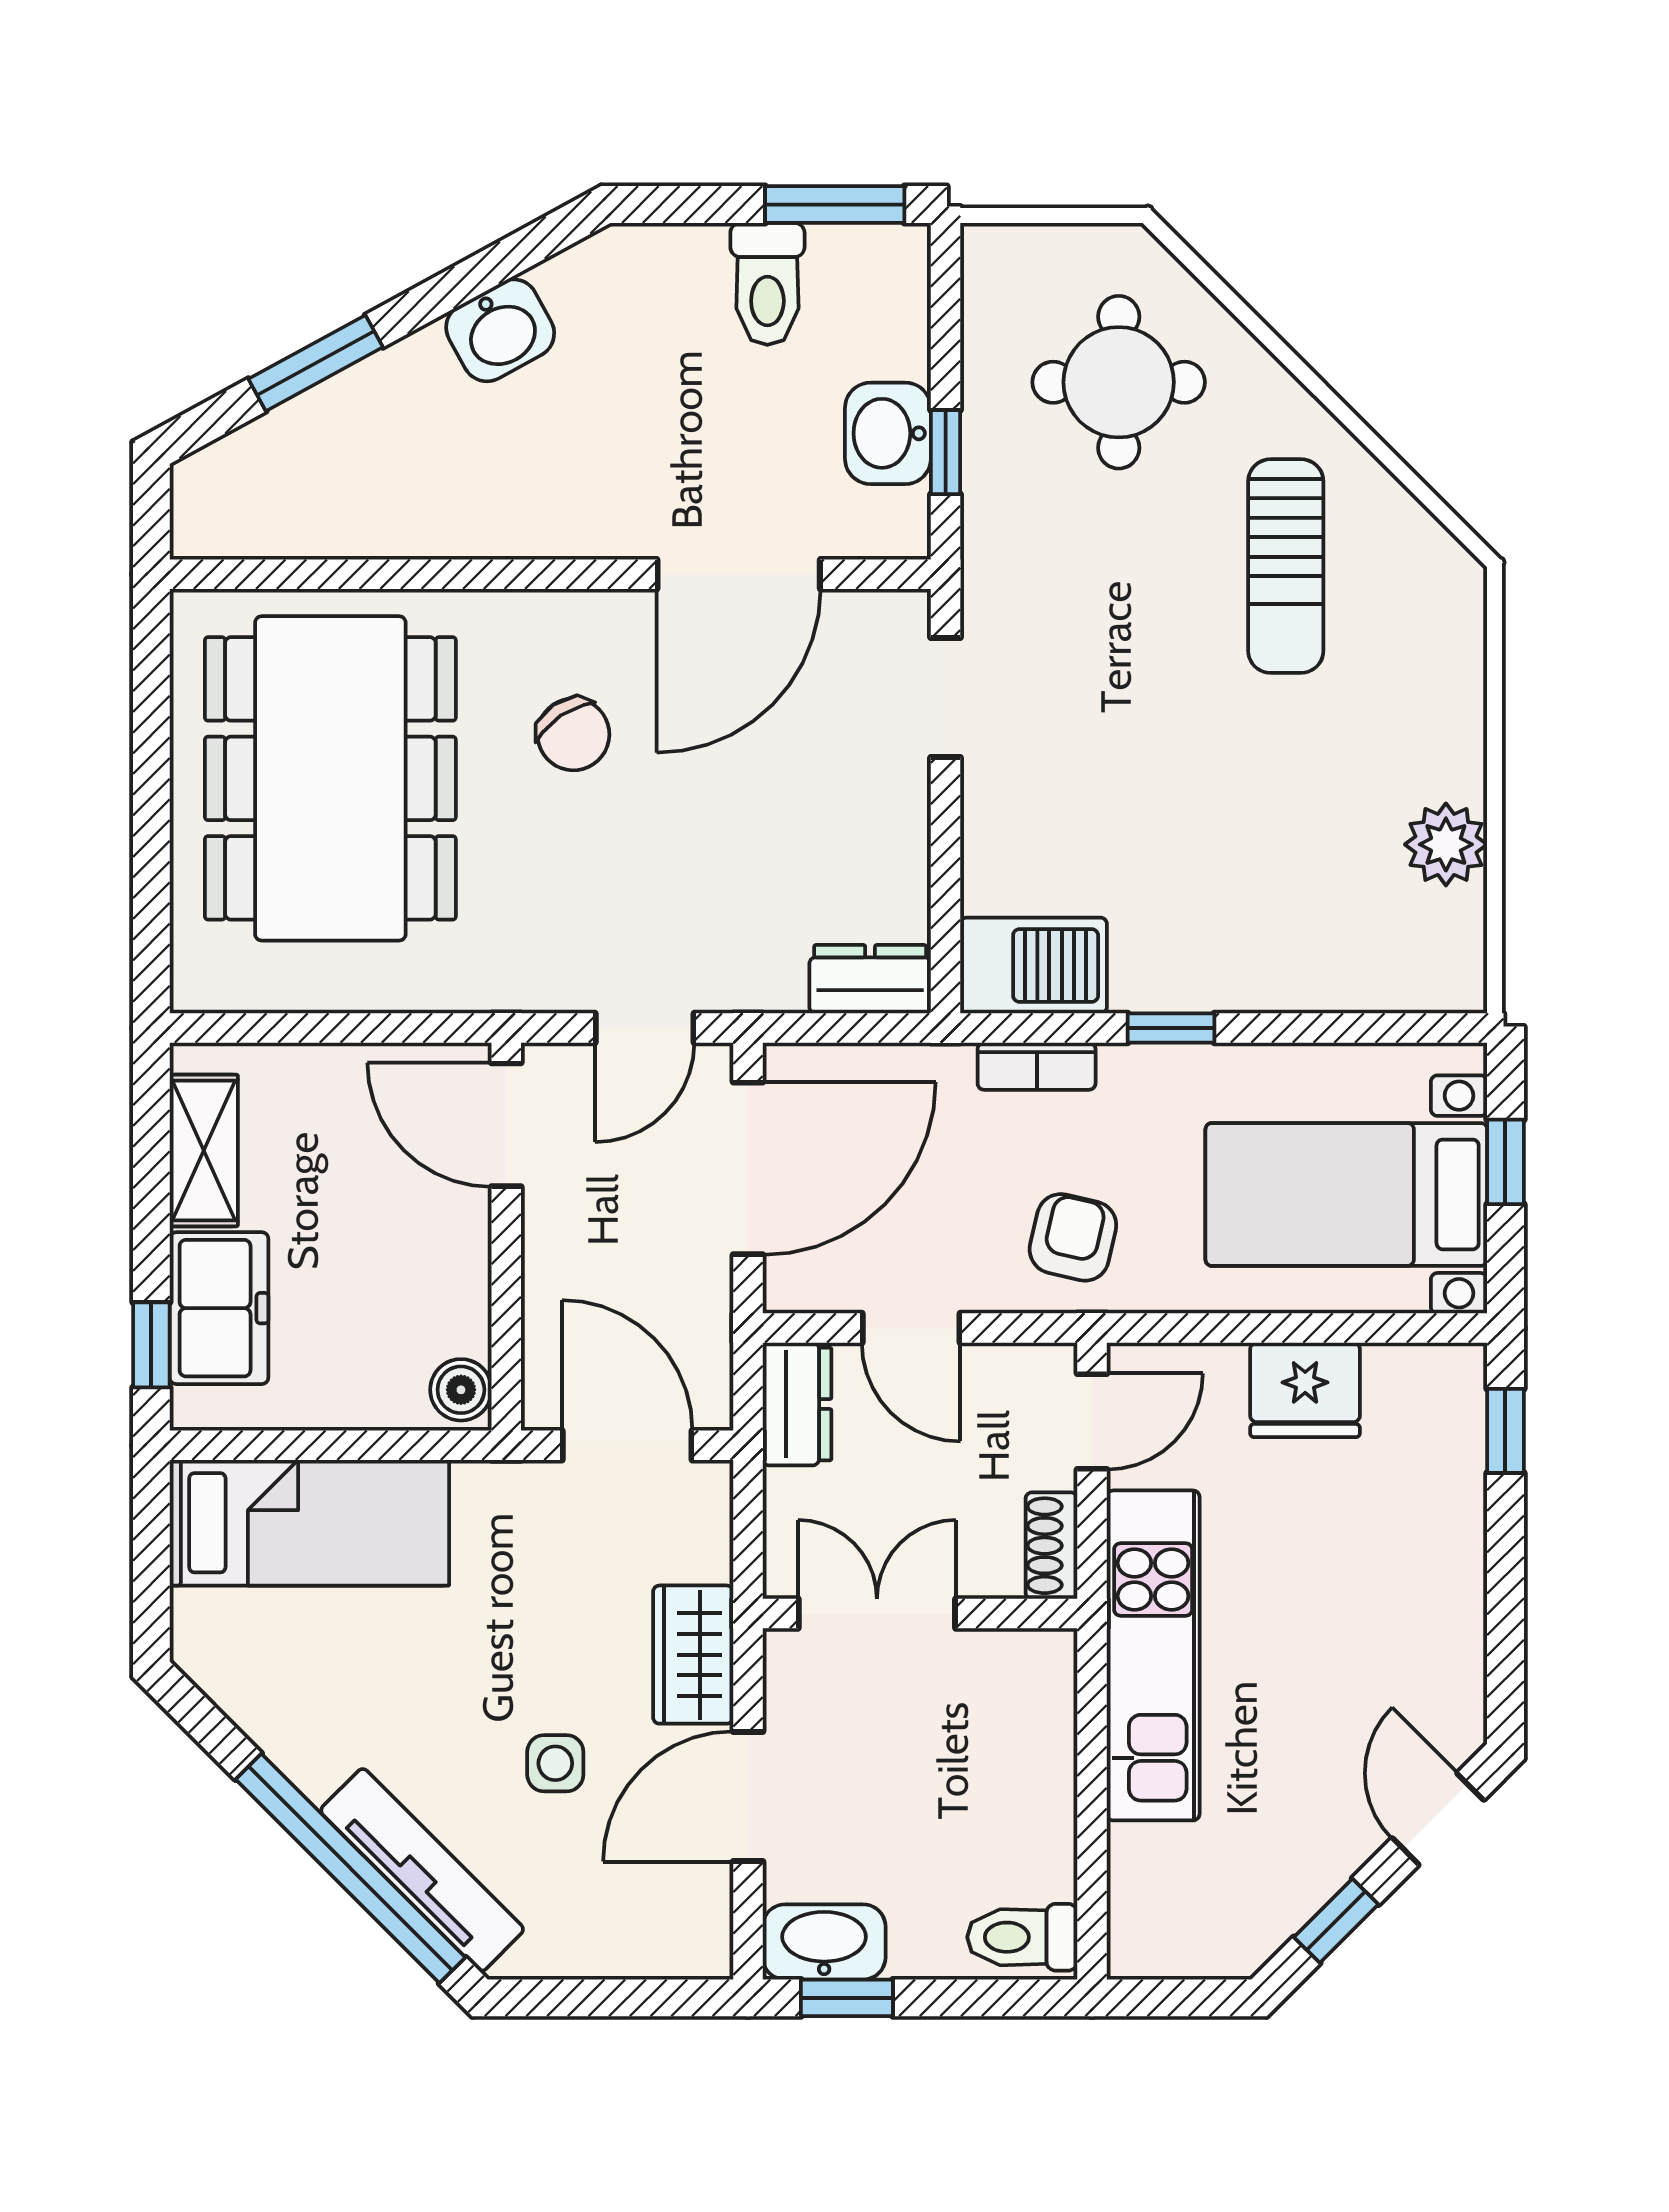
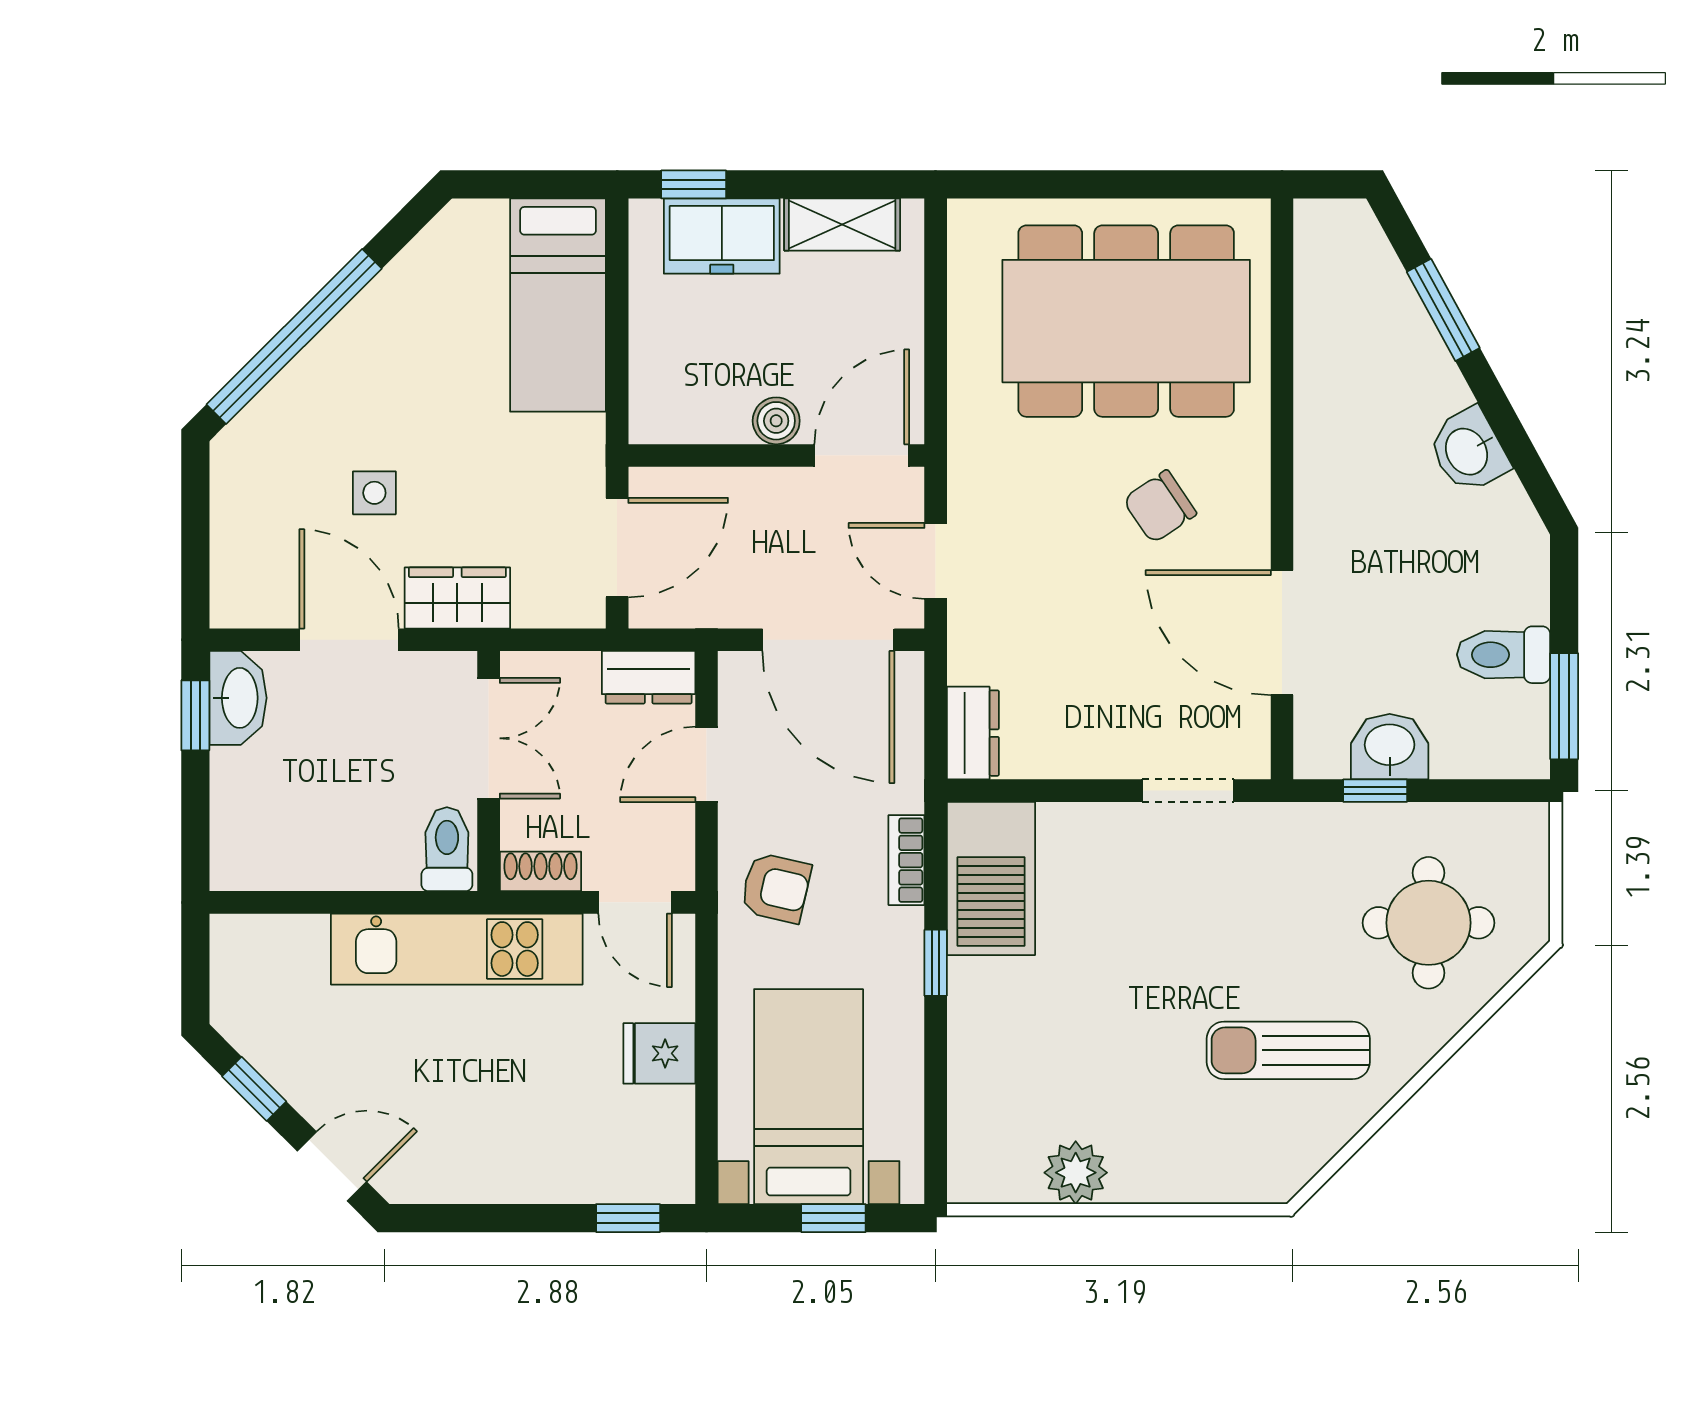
barbecue: (1034, 965) -> (991, 878), width x1.37, depth x1.21
boiler: (461, 1390) -> (776, 421), moved
fridge: (1305, 1390) -> (659, 1053), width x0.72
tv unit: (422, 1870) -> (293, 391), removed
toilet: (1022, 1937) -> (447, 849), moved

